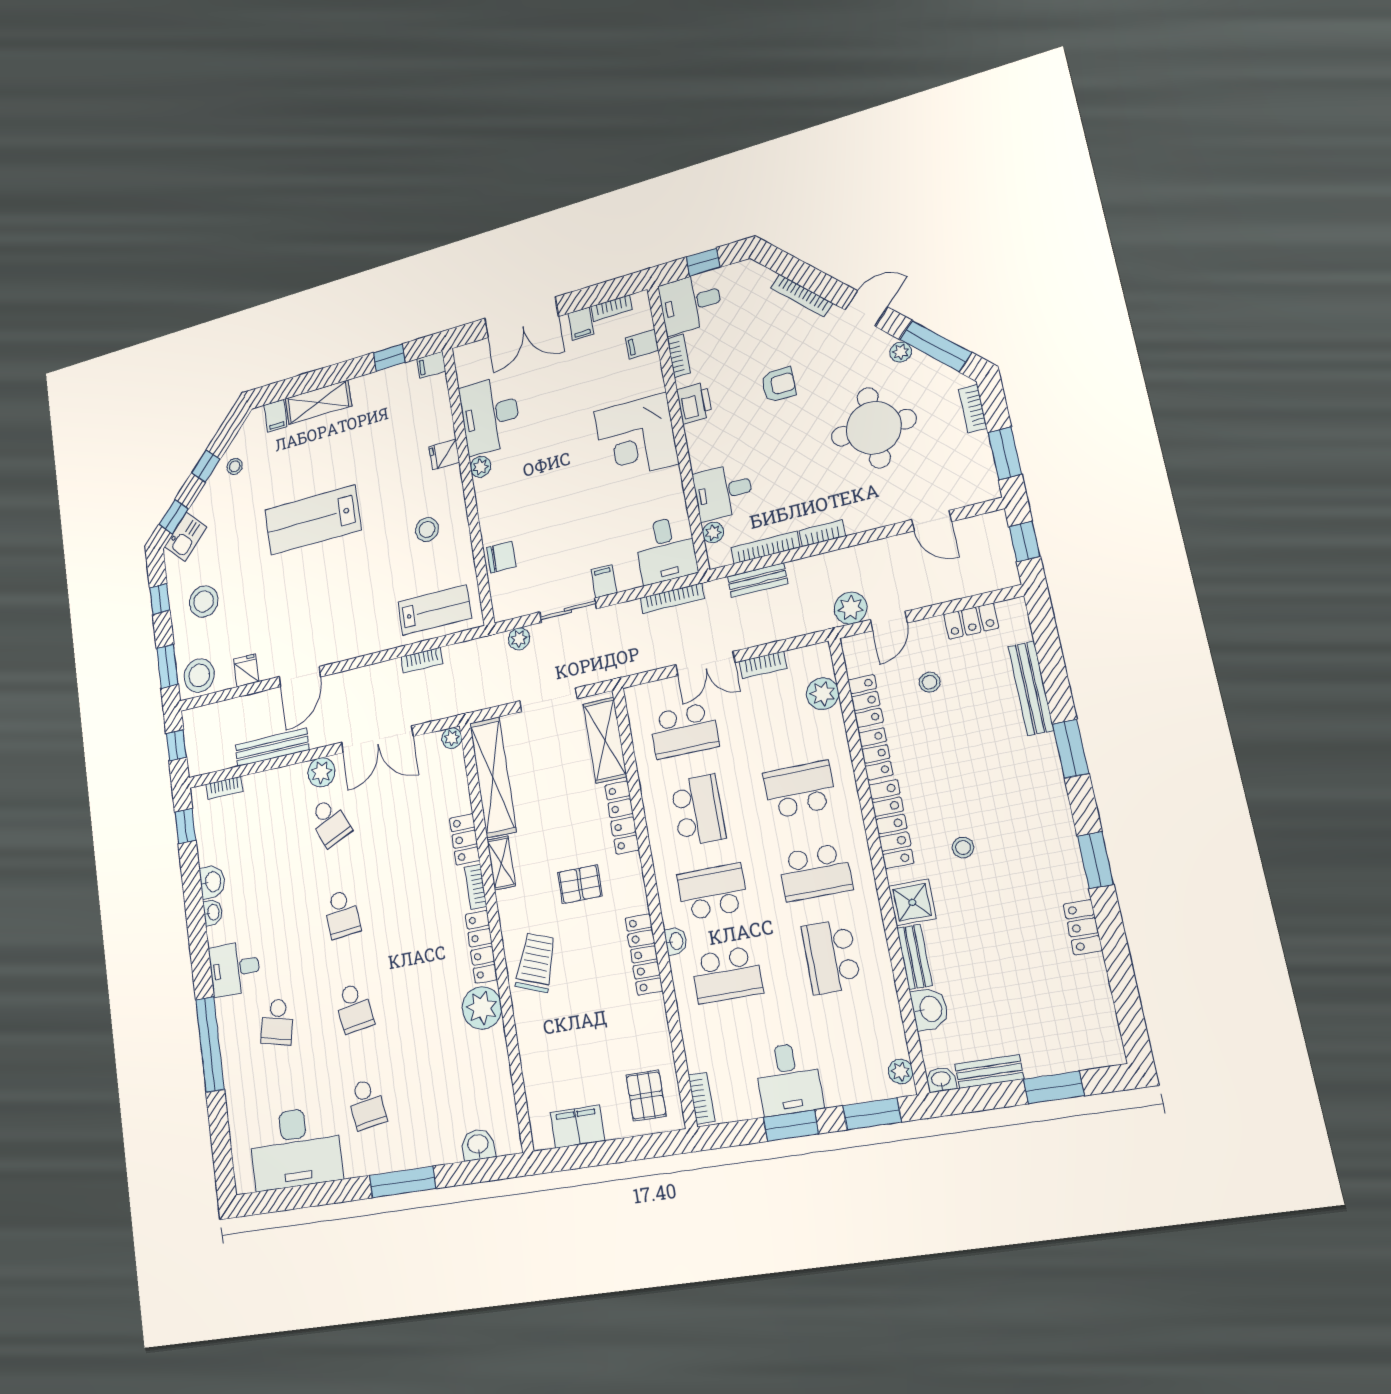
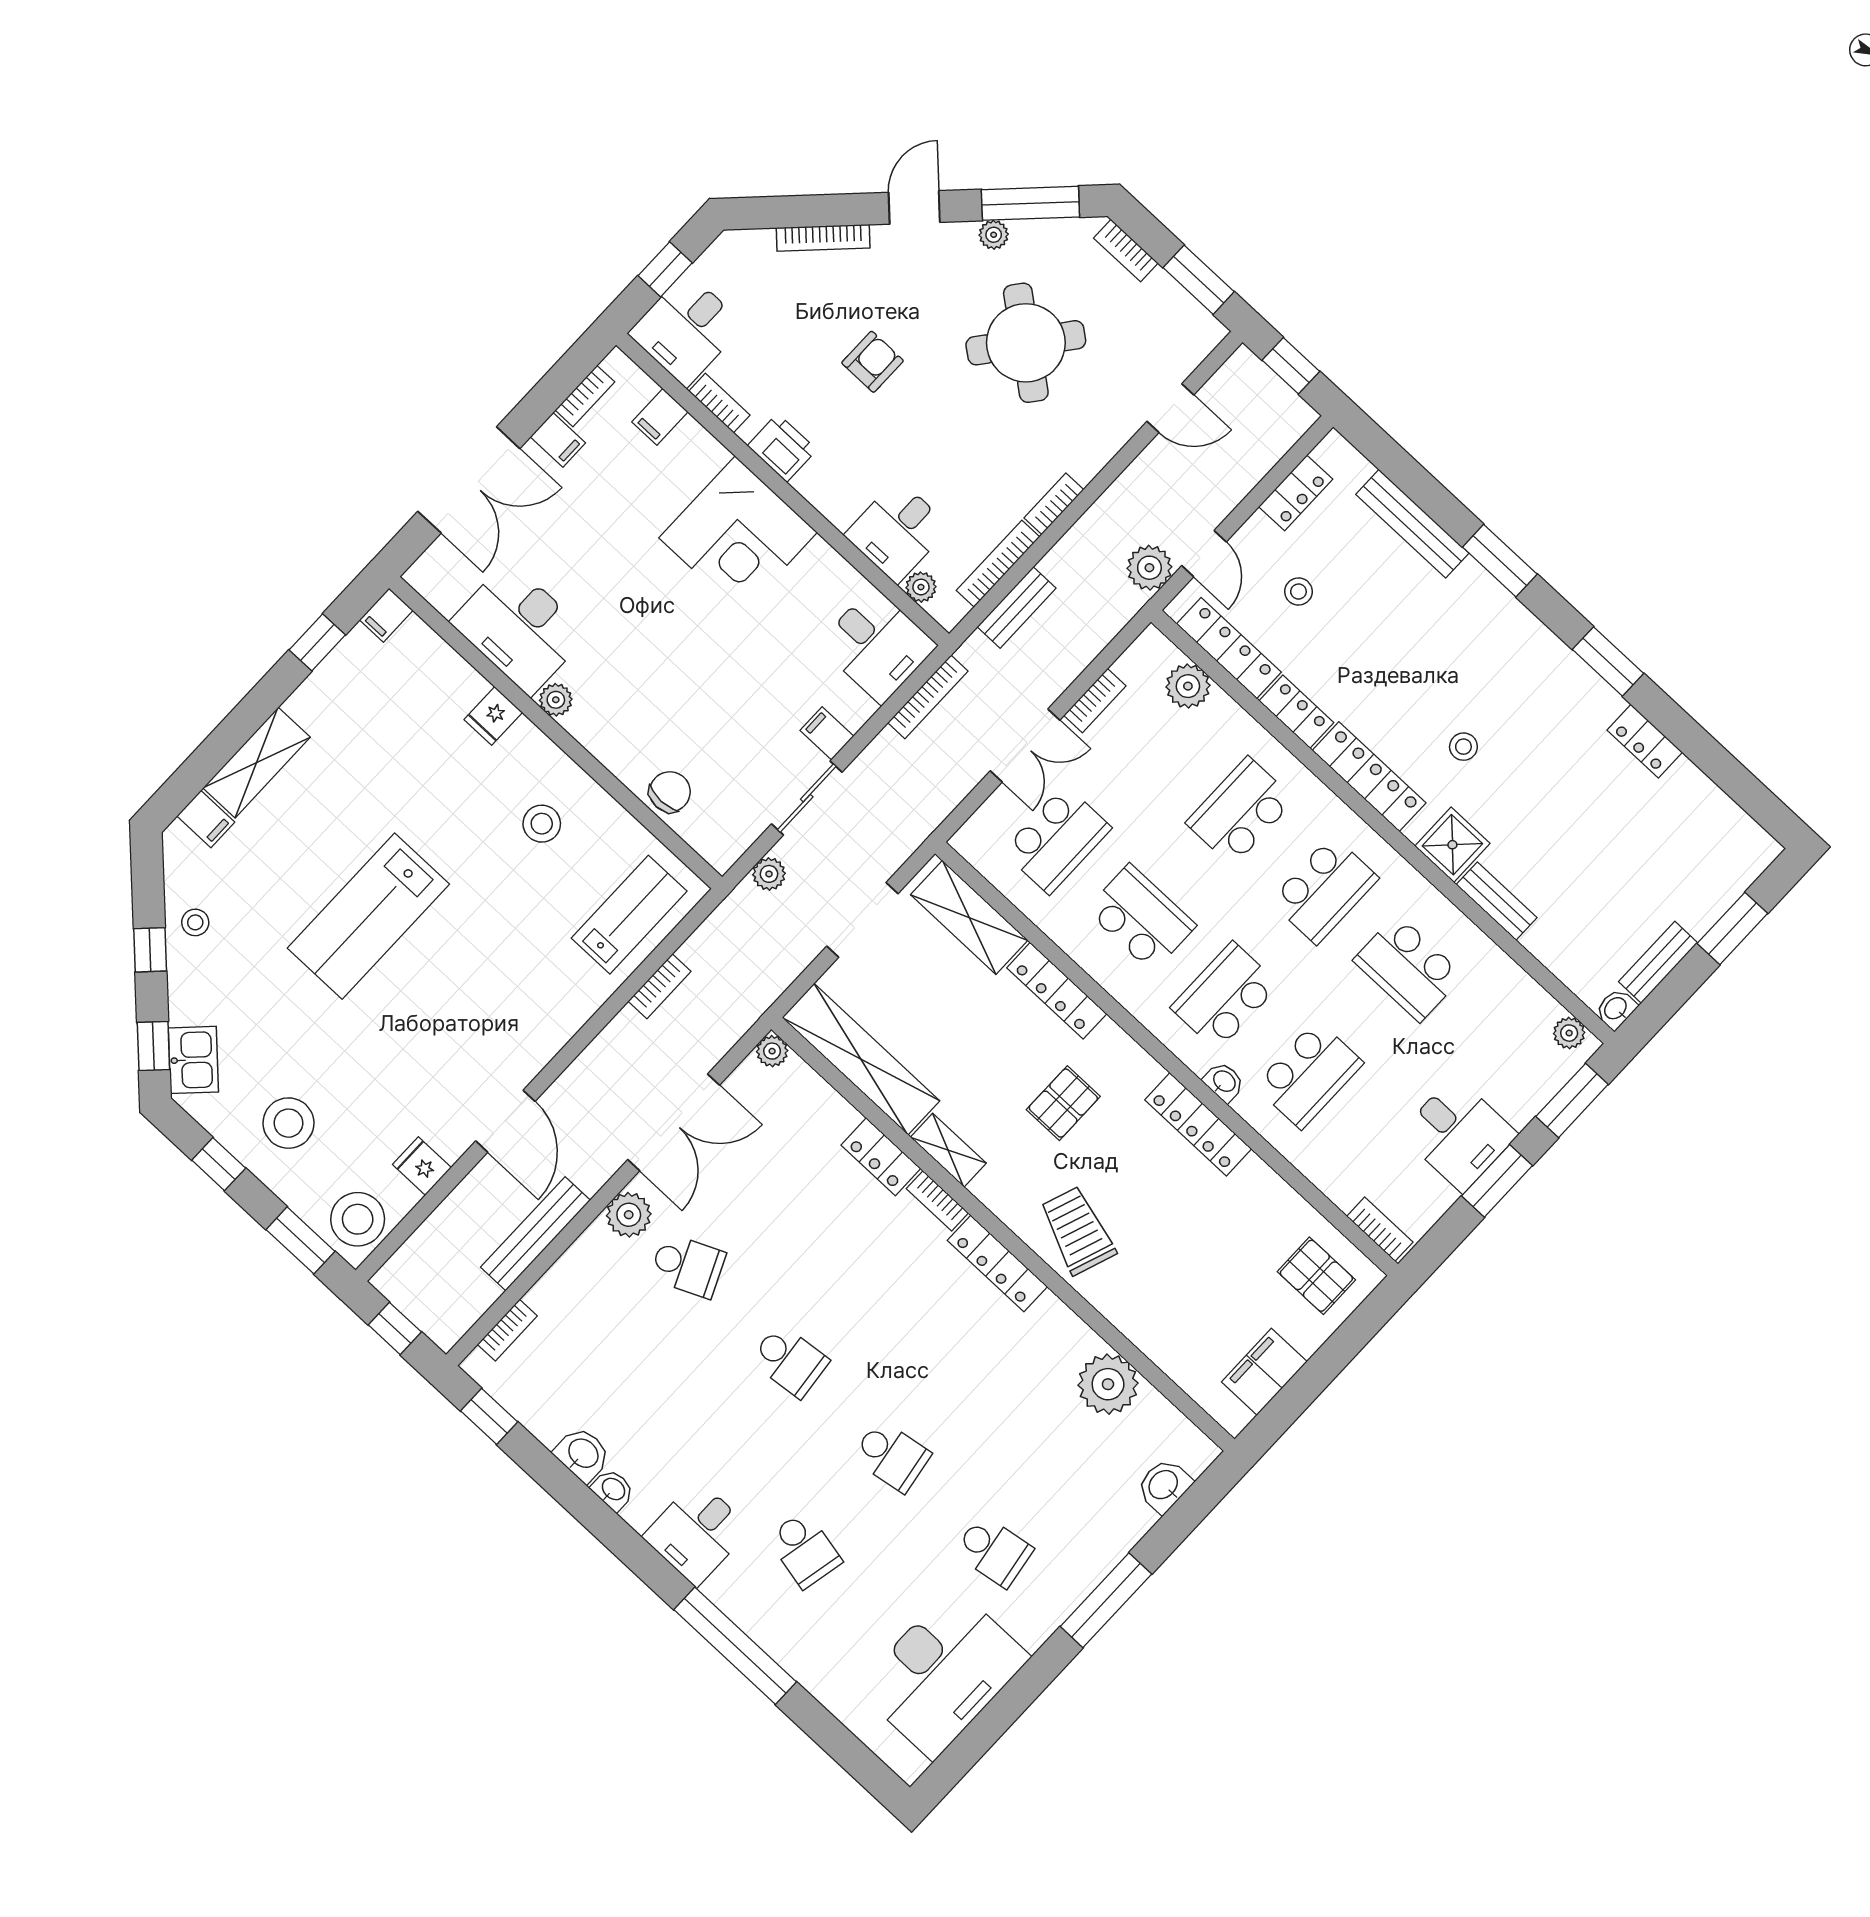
round table: (874, 428) -> (1026, 343), turned 38
locker: (866, 701) -> (1229, 648), width x1.53
plant: (482, 1008) -> (1108, 1384), moved
washbasin: (930, 1009) -> (1552, 944), removed

